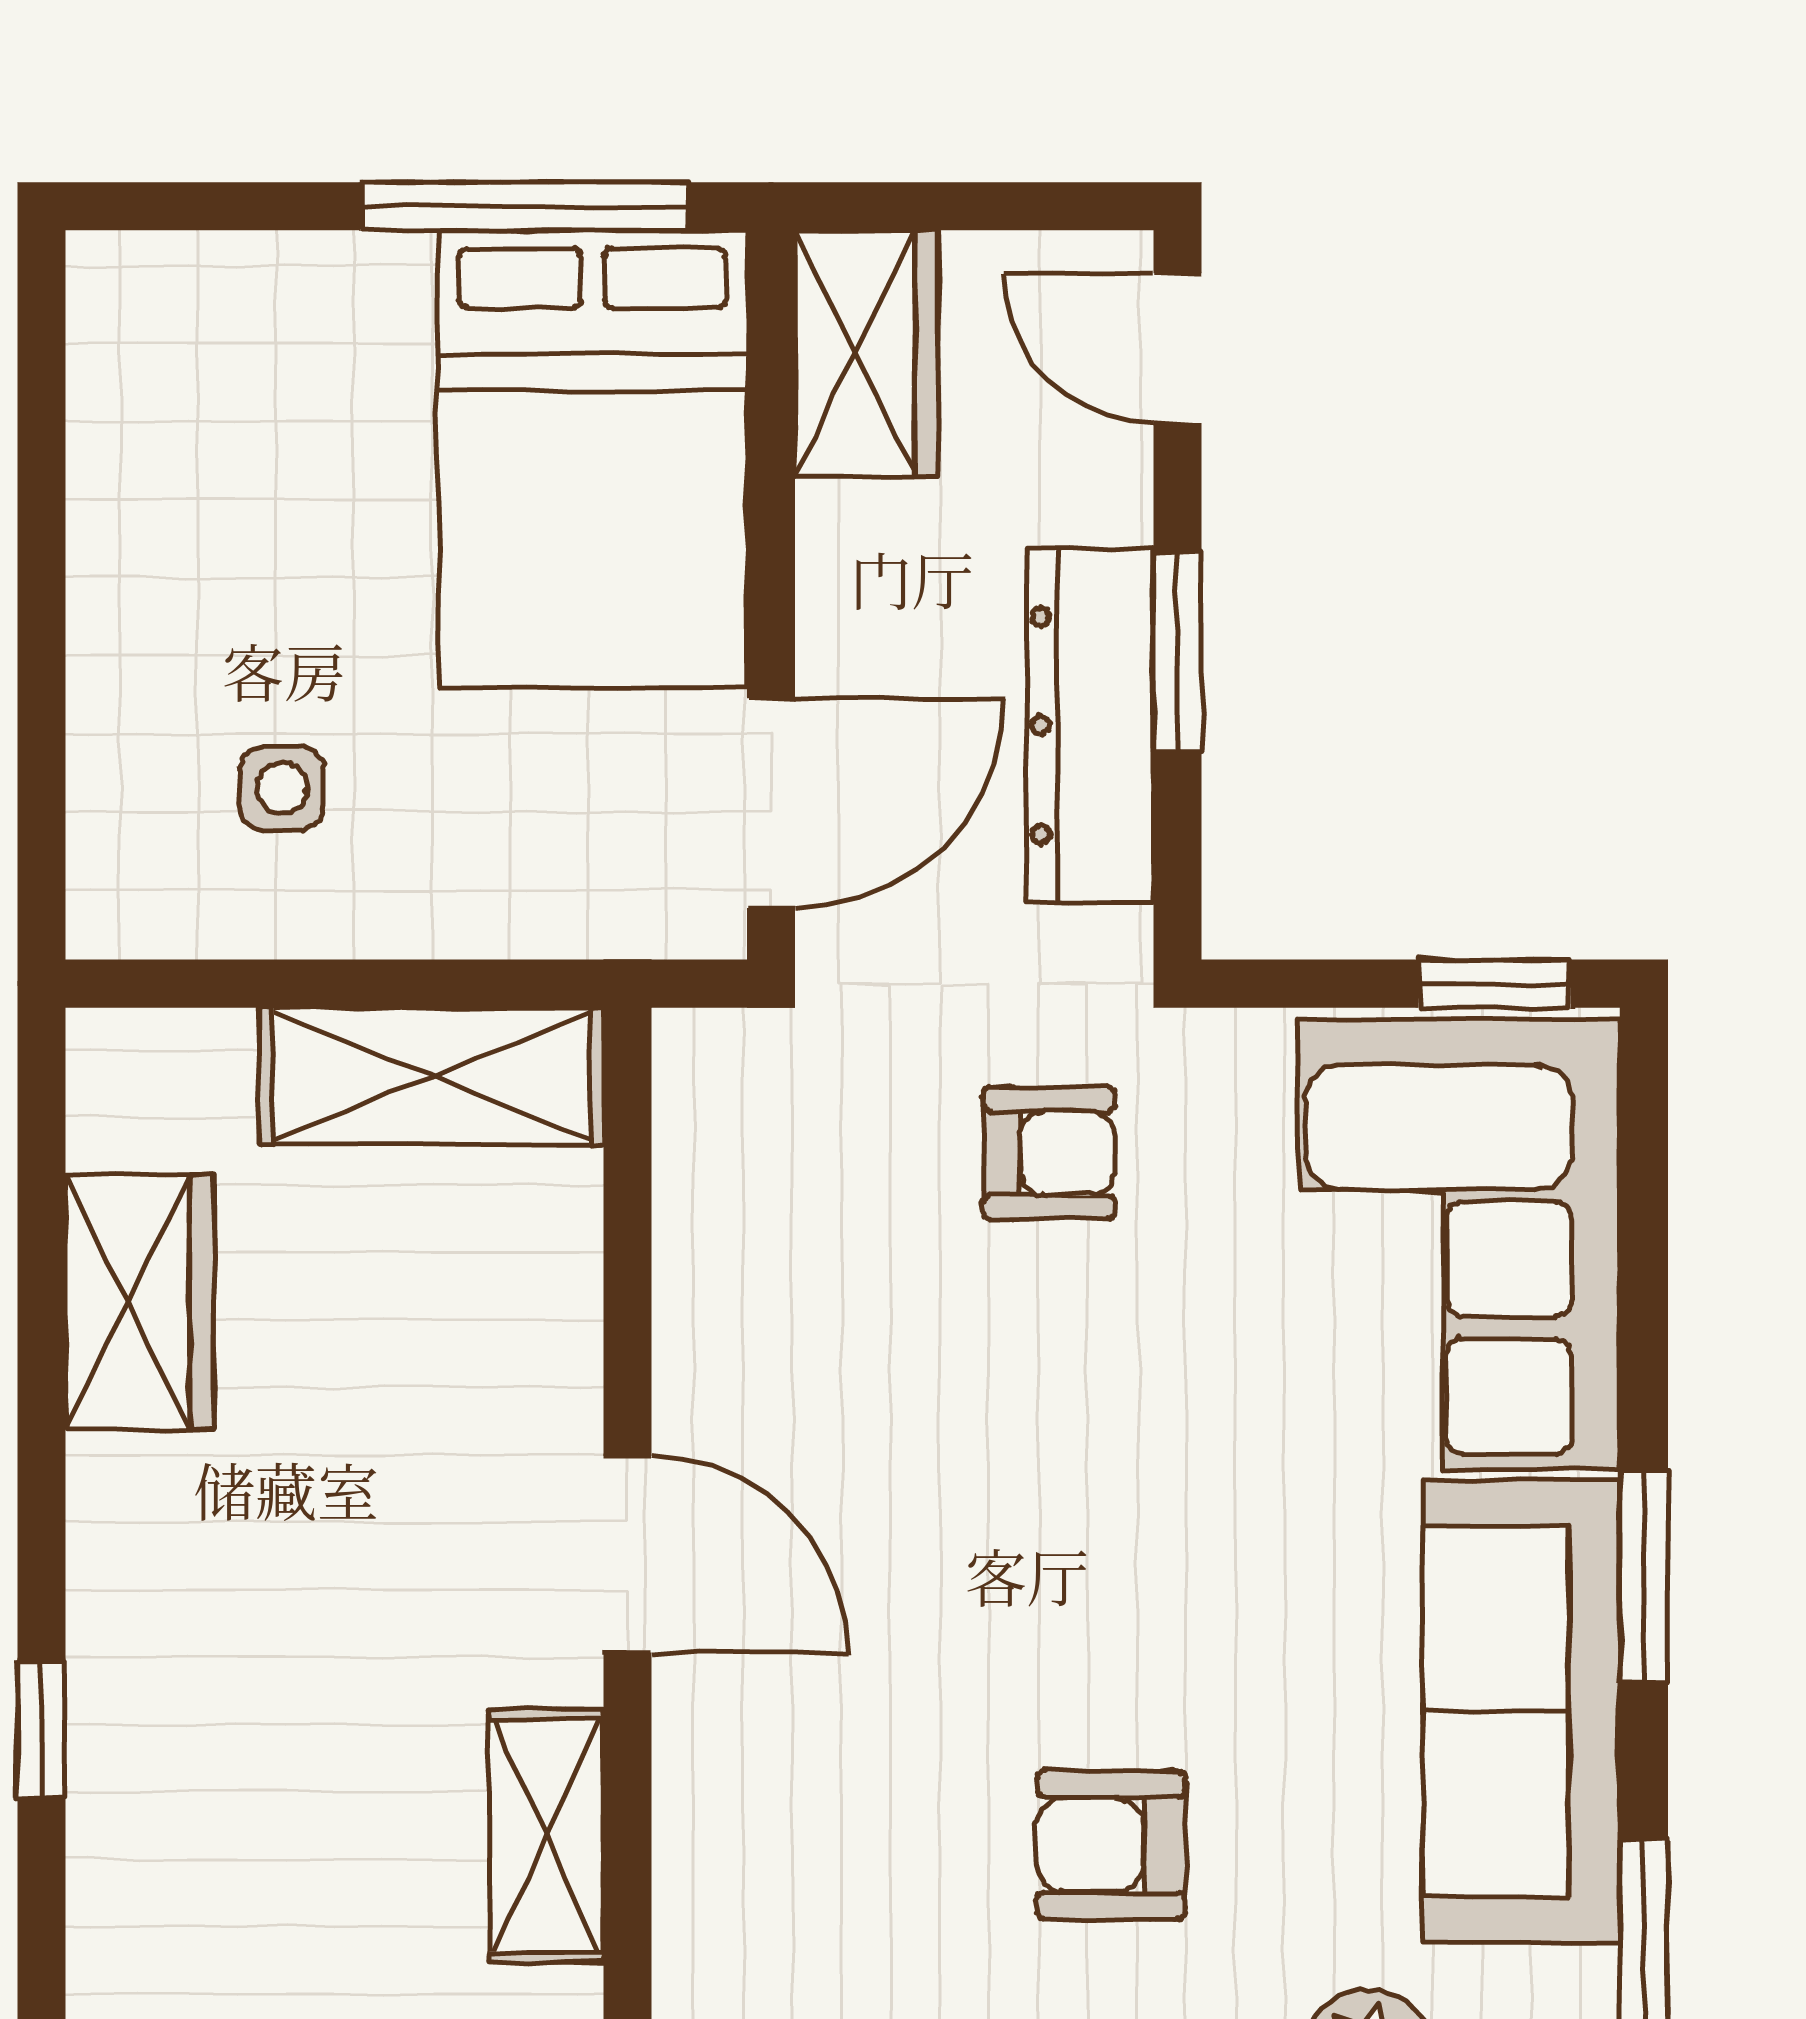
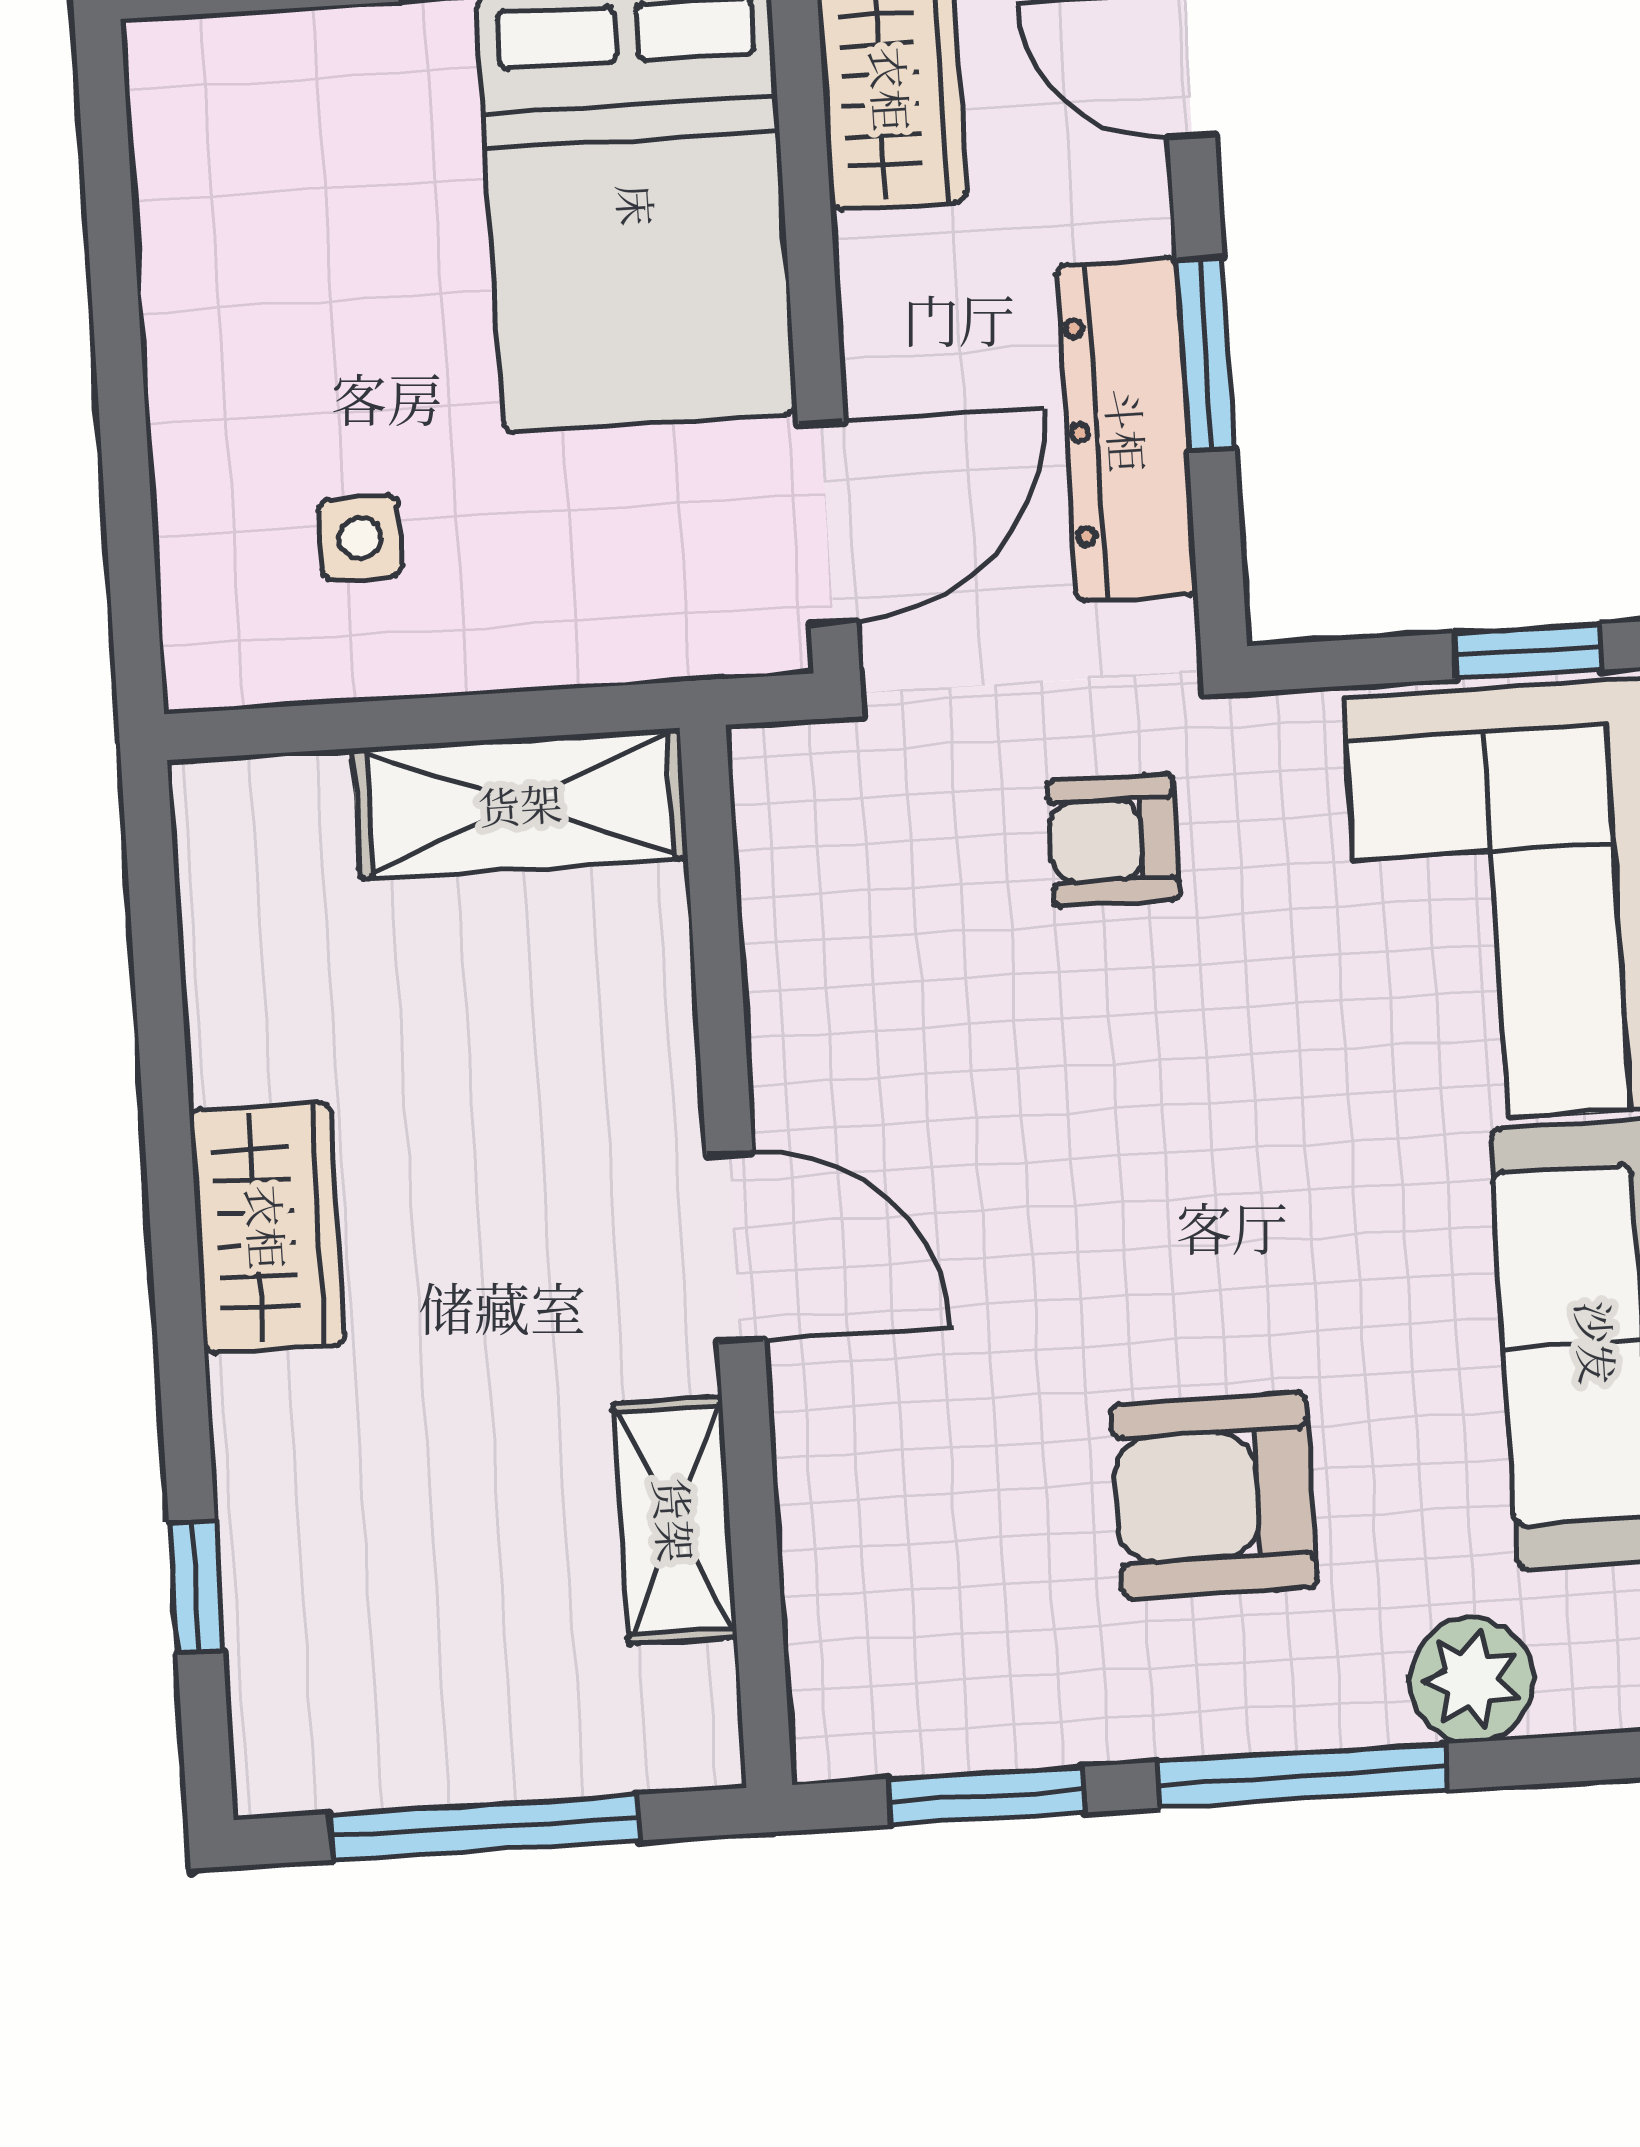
armchair: (1049, 1153) -> (1113, 840), turned 180
wardrobe: (140, 1302) -> (267, 1227), moved
window: (41, 1730) -> (196, 1587), moved
armchair: (1111, 1845) -> (1214, 1496), width x1.38, depth x1.38

